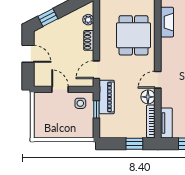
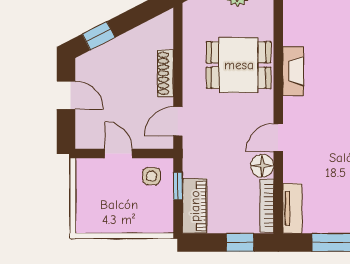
plant: (88, 20) -> (164, 39), removed
fireplace: (167, 22) -> (293, 71), moved
dining table: (134, 35) -> (239, 65), turned 90
shoe rack: (89, 40) -> (165, 73), width x1.43
piano: (107, 97) -> (195, 206), moved

